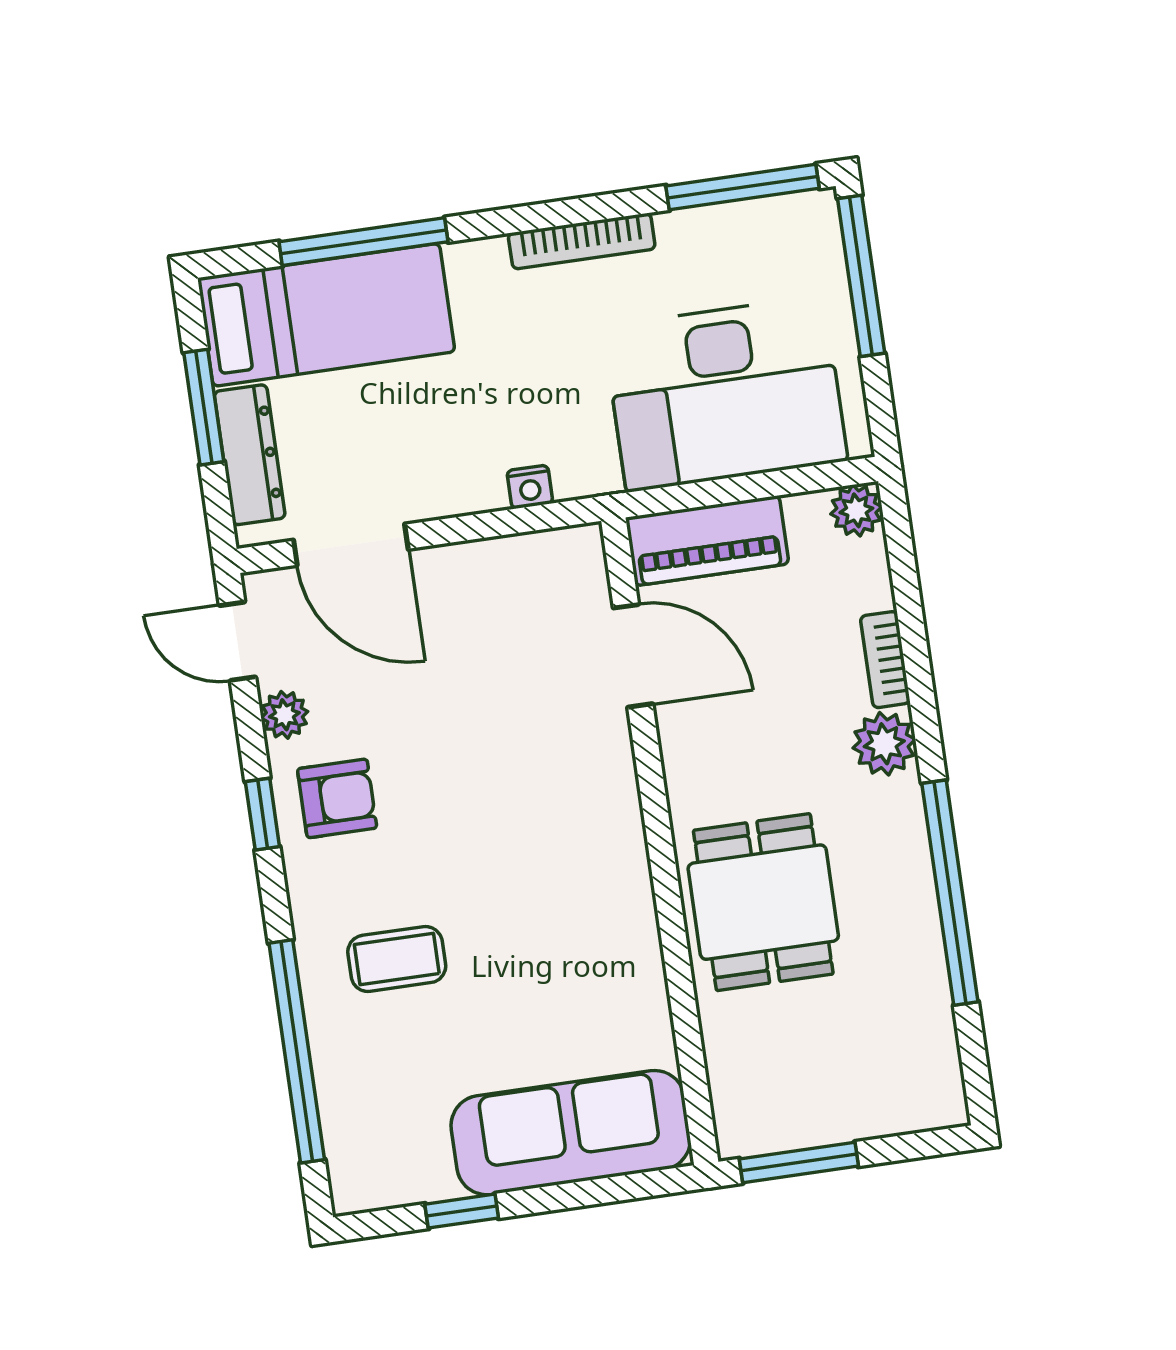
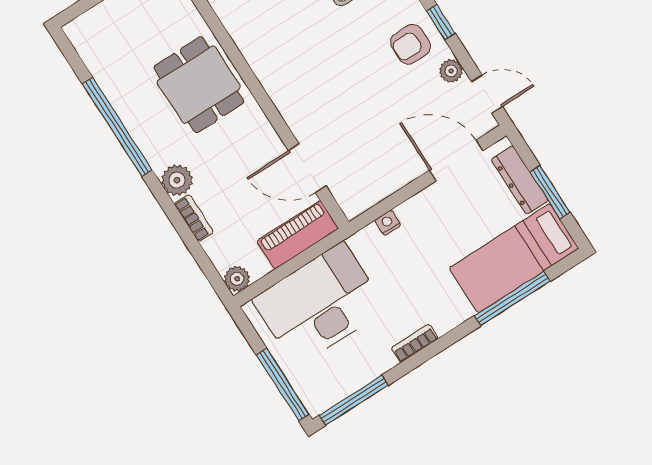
bookcase: (582, 241) -> (415, 343), width x0.64

